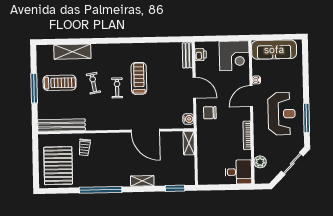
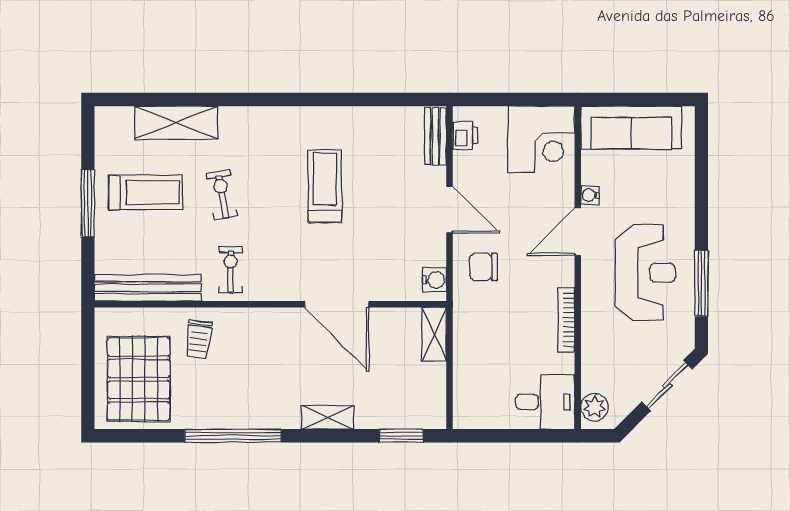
exercise bike: (117, 88) -> (231, 270), moved
plant: (260, 162) -> (595, 407), moved

